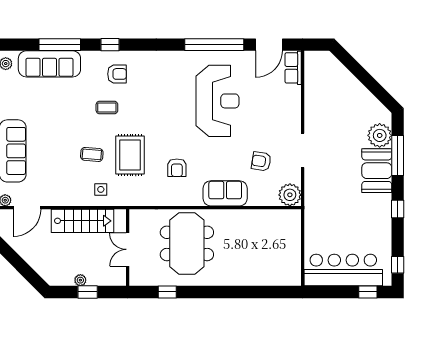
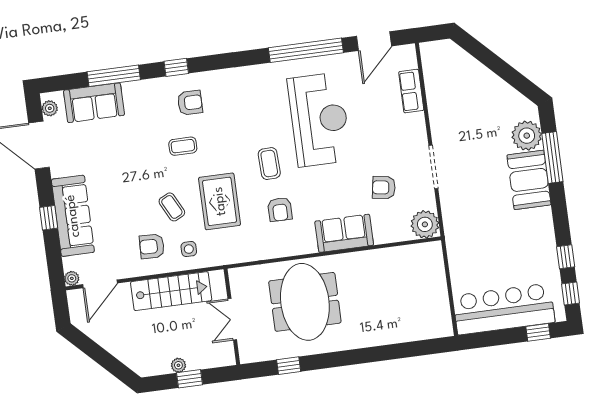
sofa: (49, 64) -> (94, 103), width x0.73
row of seats: (293, 68) -> (411, 91), moved
coffee table: (173, 130) -> (269, 164), added
coffee table: (92, 154) -> (172, 207), turned 58
armchair: (72, 183) -> (152, 246), added
window: (398, 209) -> (566, 257), moved

